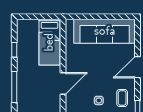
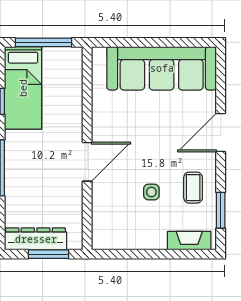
window: (39, 17) -> (44, 42), added
bed: (49, 42) -> (23, 88), moved

